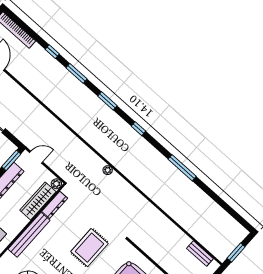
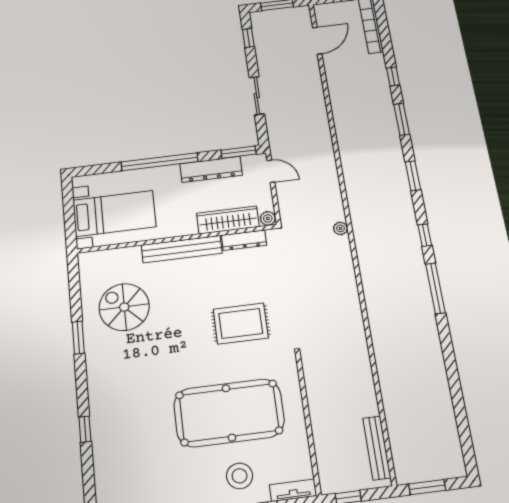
window: (182, 168) -> (435, 288), moved
plant: (108, 170) -> (340, 228), moved
bench: (200, 253) -> (377, 448), width x1.36

